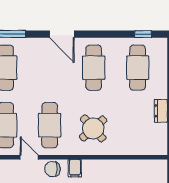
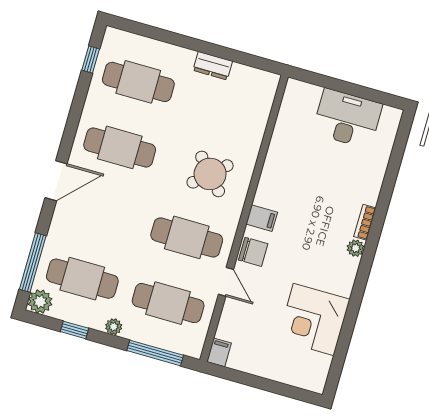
door: (29, 157) -> (226, 282), swing flipped
chair: (52, 169) -> (253, 252), turned -90

